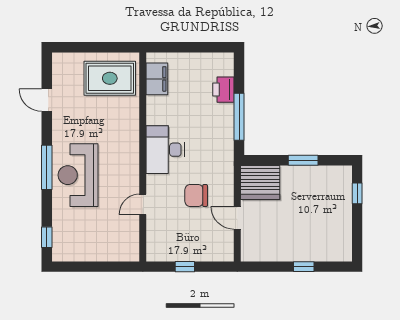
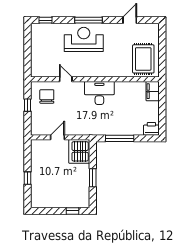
filing cabinet: (157, 79) -> (153, 91), moved, turned 90
printer: (223, 90) -> (151, 129), moved
chair: (196, 196) -> (47, 96), moved

